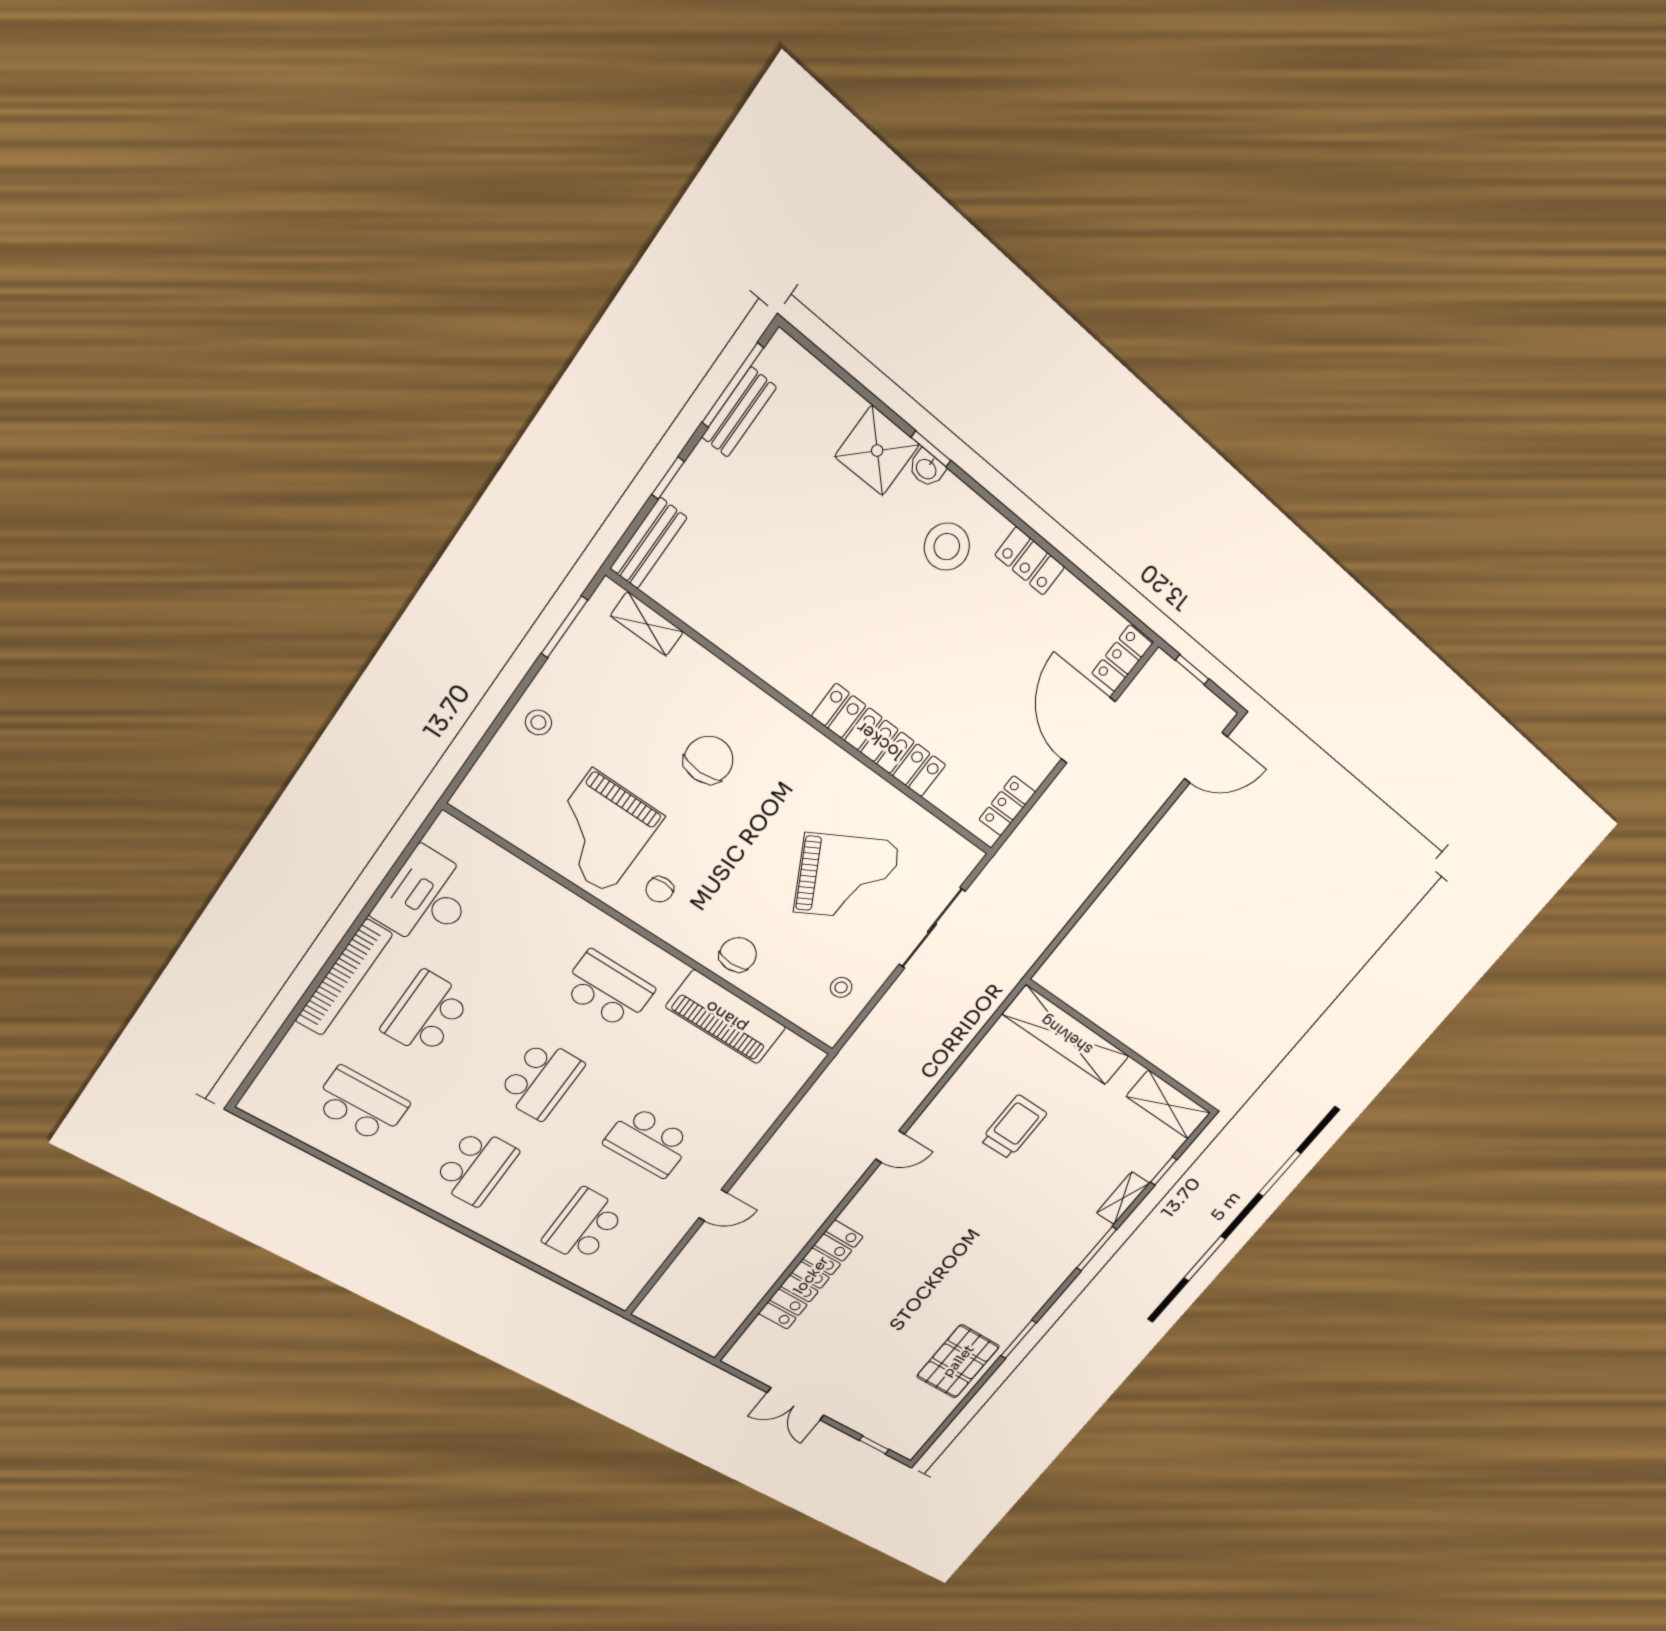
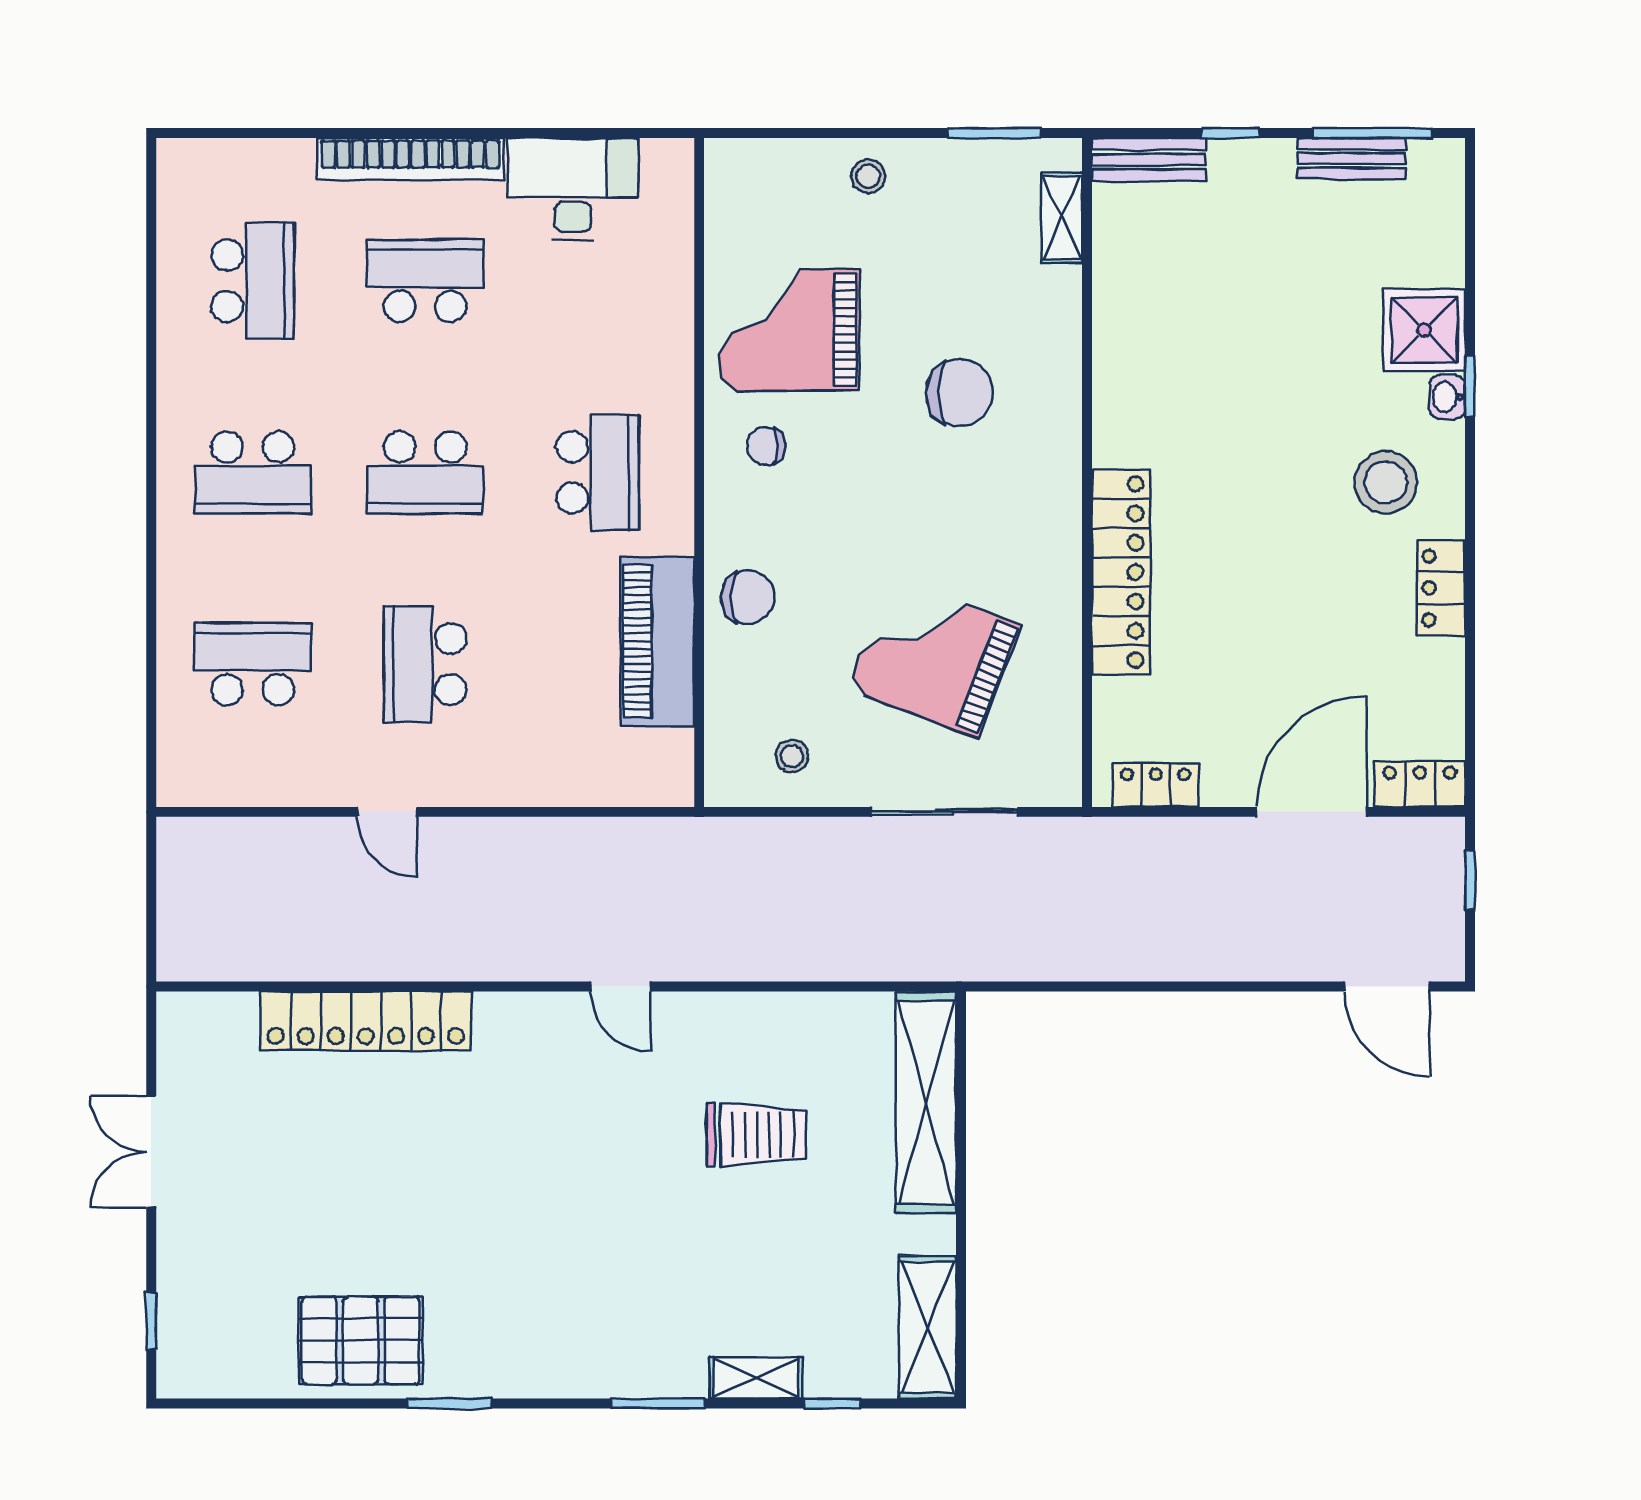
grand piano: (847, 877) -> (934, 657), turned 140

